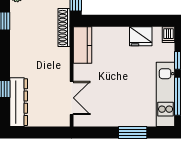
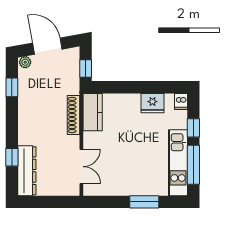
shoe rack: (64, 28) -> (74, 115), moved

